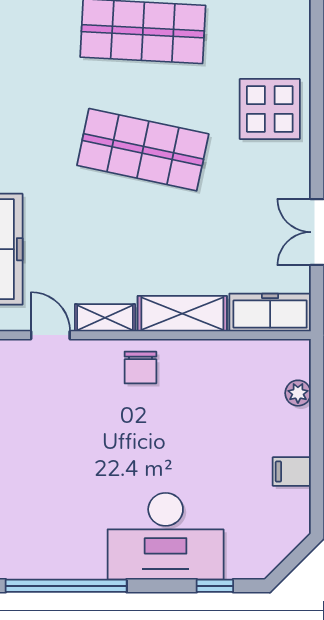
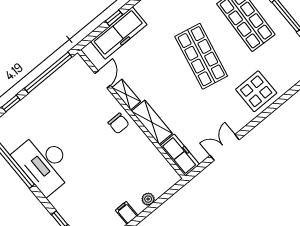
chair: (140, 367) -> (119, 123), turned -90
plant: (298, 393) -> (148, 199), moved
desk: (166, 536) -> (44, 163), moved

